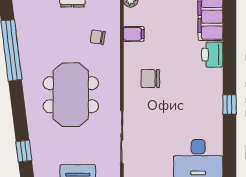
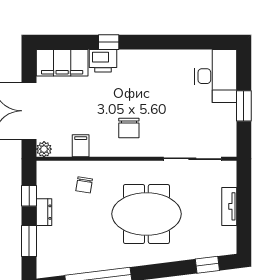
window: (230, 104) -> (109, 42), moved

